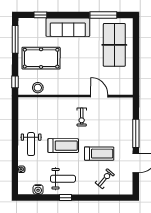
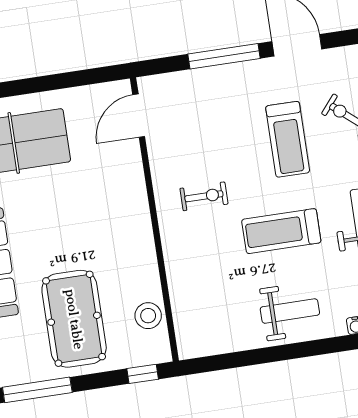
door: (99, 96) -> (139, 116), moved
treadmill: (63, 146) -> (281, 231), turned -90
treadmill: (99, 154) -> (288, 139), turned 180

